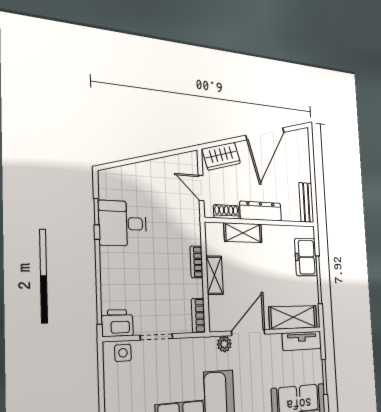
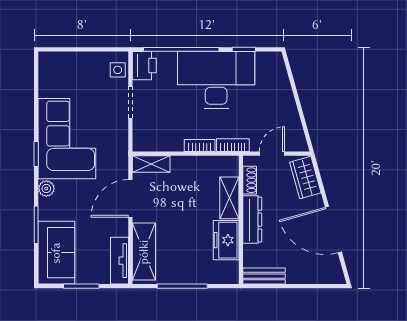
desk: (123, 223) -> (216, 80), width x1.87, depth x1.30
freezer: (306, 257) -> (226, 240), moved, turned -90
shelving: (214, 275) -> (151, 164), moved
bookcase: (198, 315) -> (233, 145), moved
door: (248, 333) -> (130, 198), swing flipped
plant: (224, 344) -> (121, 171), removed

